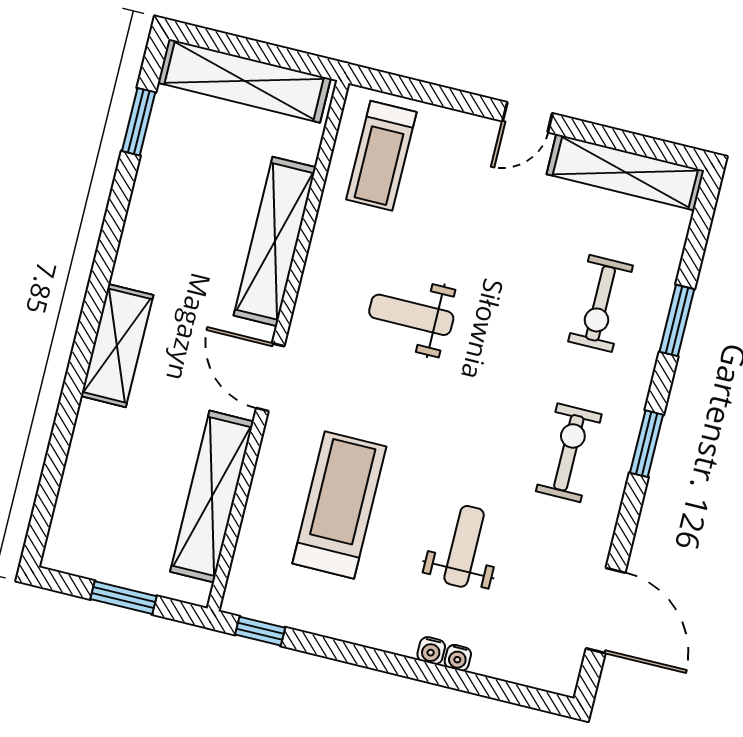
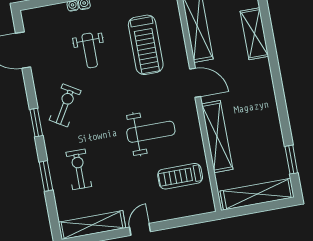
treadmill: (381, 156) -> (180, 176), moved, turned -90
weight bench: (411, 315) -> (151, 132), width x1.36, depth x1.33
shelving: (117, 346) -> (254, 34), moved
exercise bike: (569, 453) -> (65, 105), turned -149

